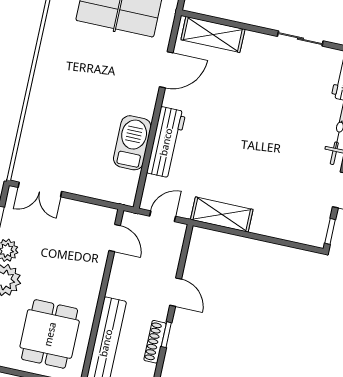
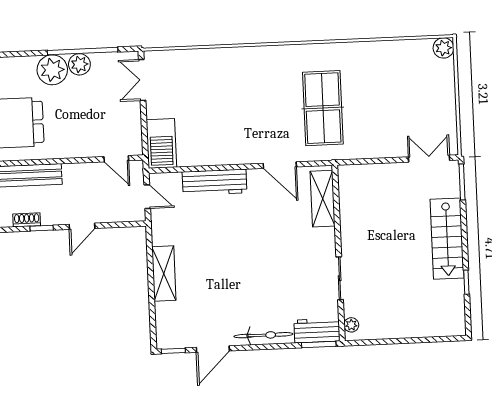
barbecue: (132, 143) -> (161, 143), moved, turned 90
shelving: (222, 214) -> (164, 273), moved
door: (115, 238) -> (116, 159), hinge flipped
shoe rack: (155, 342) -> (27, 220), width x0.70

